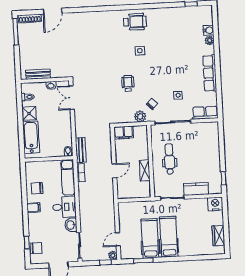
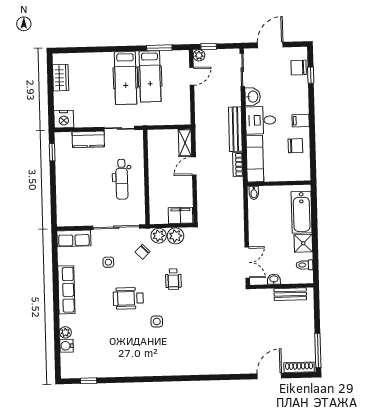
wheelchair: (135, 22) -> (128, 298), moved
plant: (127, 117) -> (175, 236), added
bench: (81, 150) -> (235, 129), moved, width x1.36
shelving: (145, 170) -> (185, 143), moved

